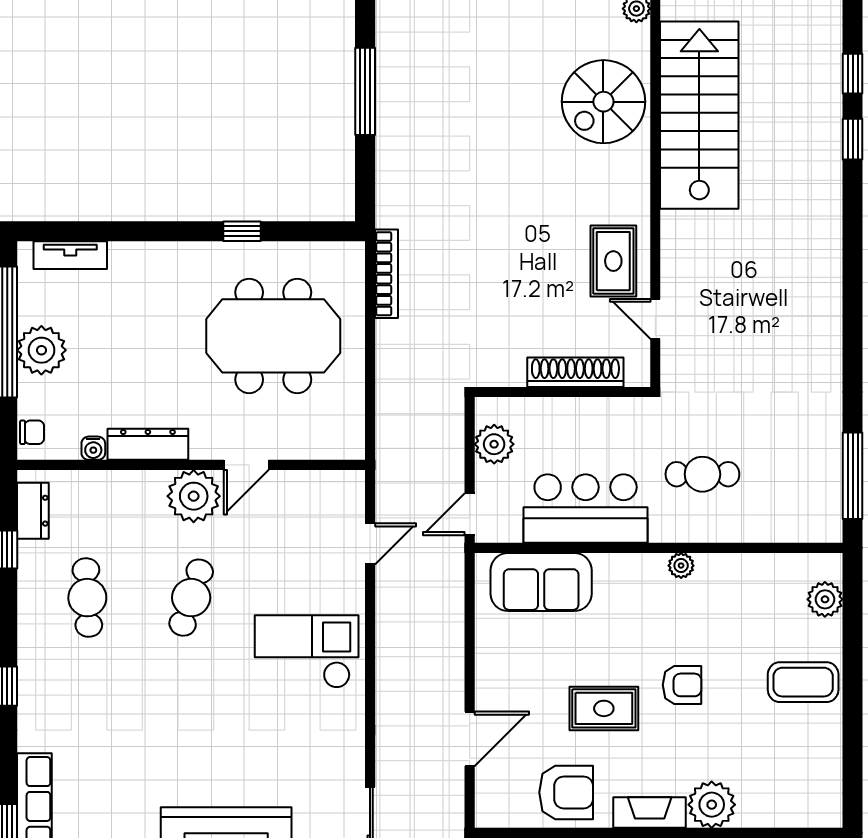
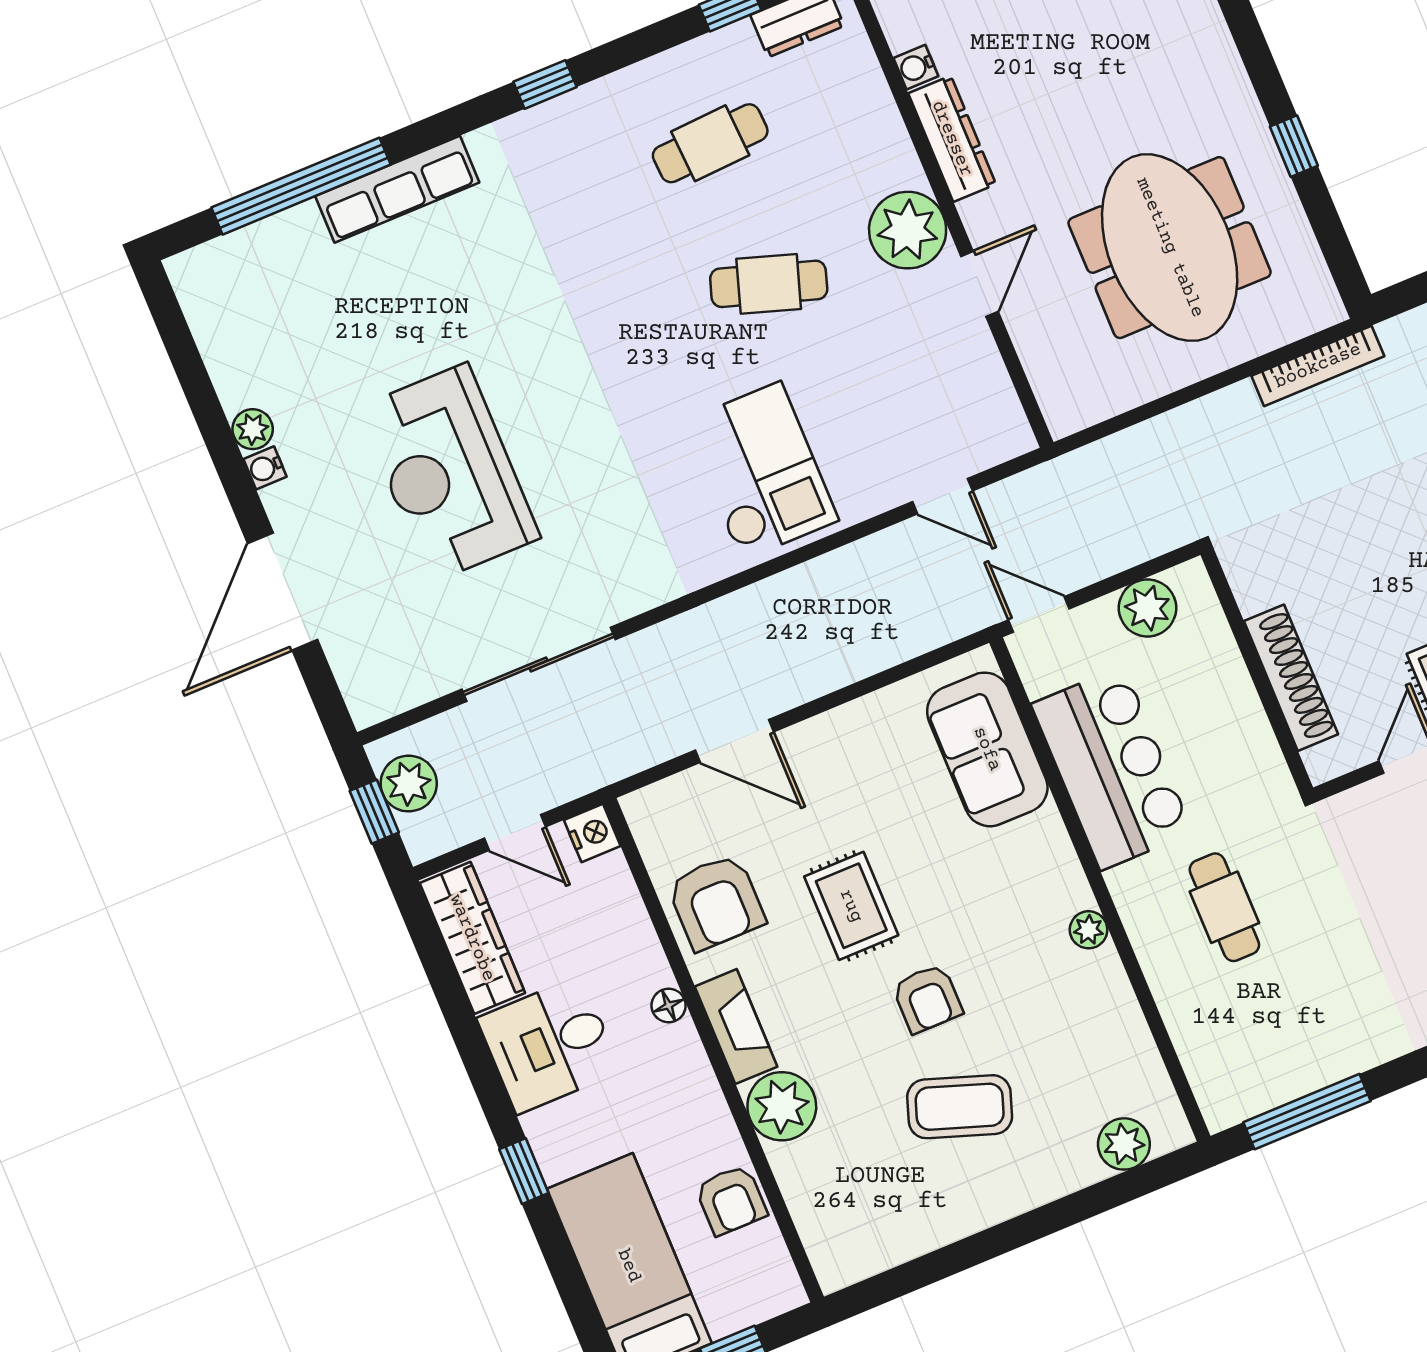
door: (246, 465) -> (980, 284), swing flipped
coffee table: (803, 682) -> (960, 1107), moved, turned -71

